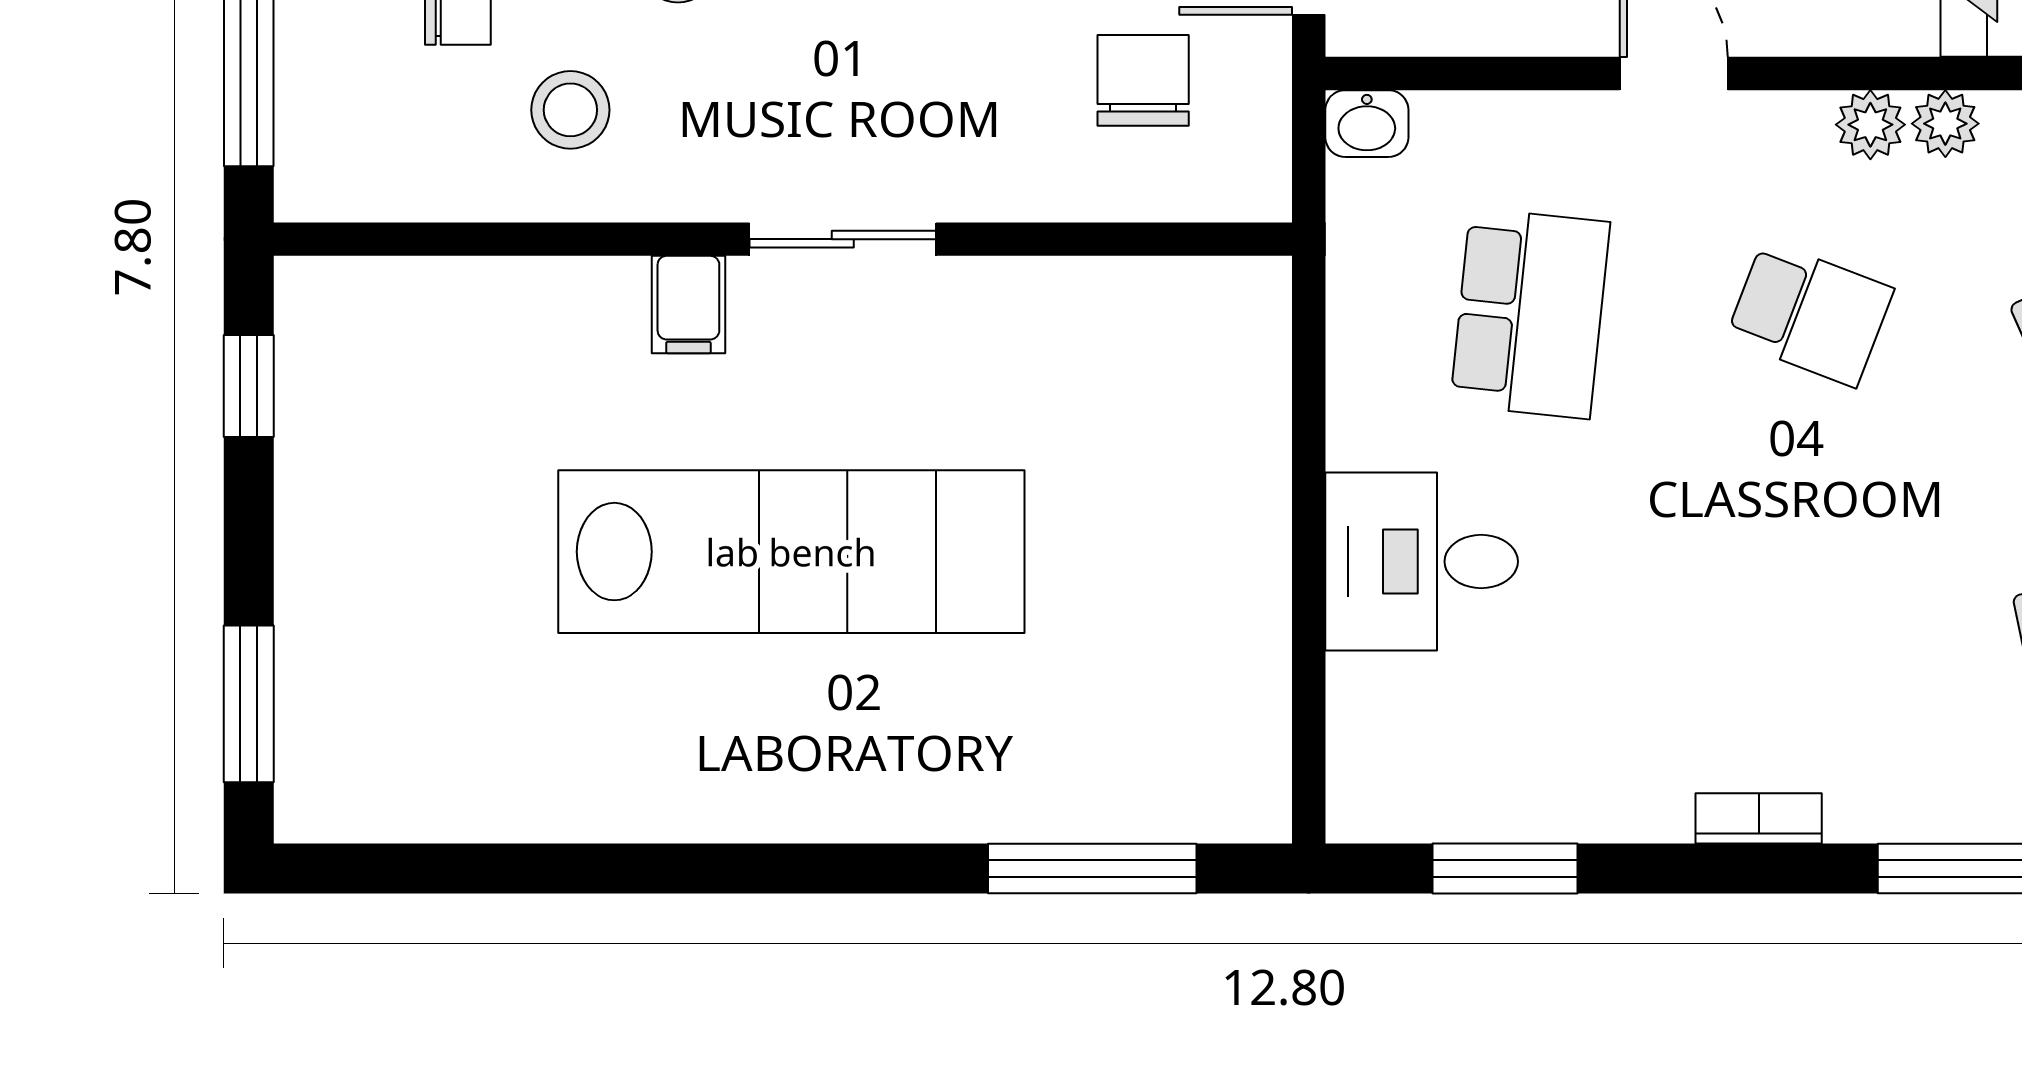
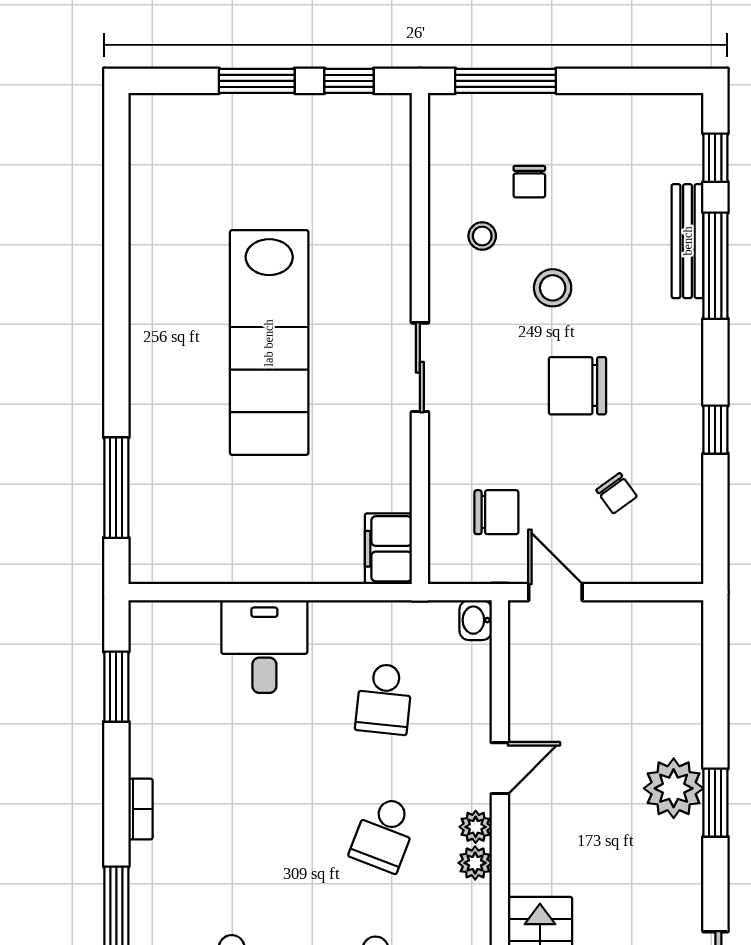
stool: (570, 110) -> (482, 236), width x0.73, depth x0.73
plant: (1945, 124) -> (476, 827), moved
filing cabinet: (688, 304) -> (388, 549), moved, width x2.00
school desk: (1530, 313) -> (384, 699), width x0.54
window: (249, 704) -> (257, 81), moved

